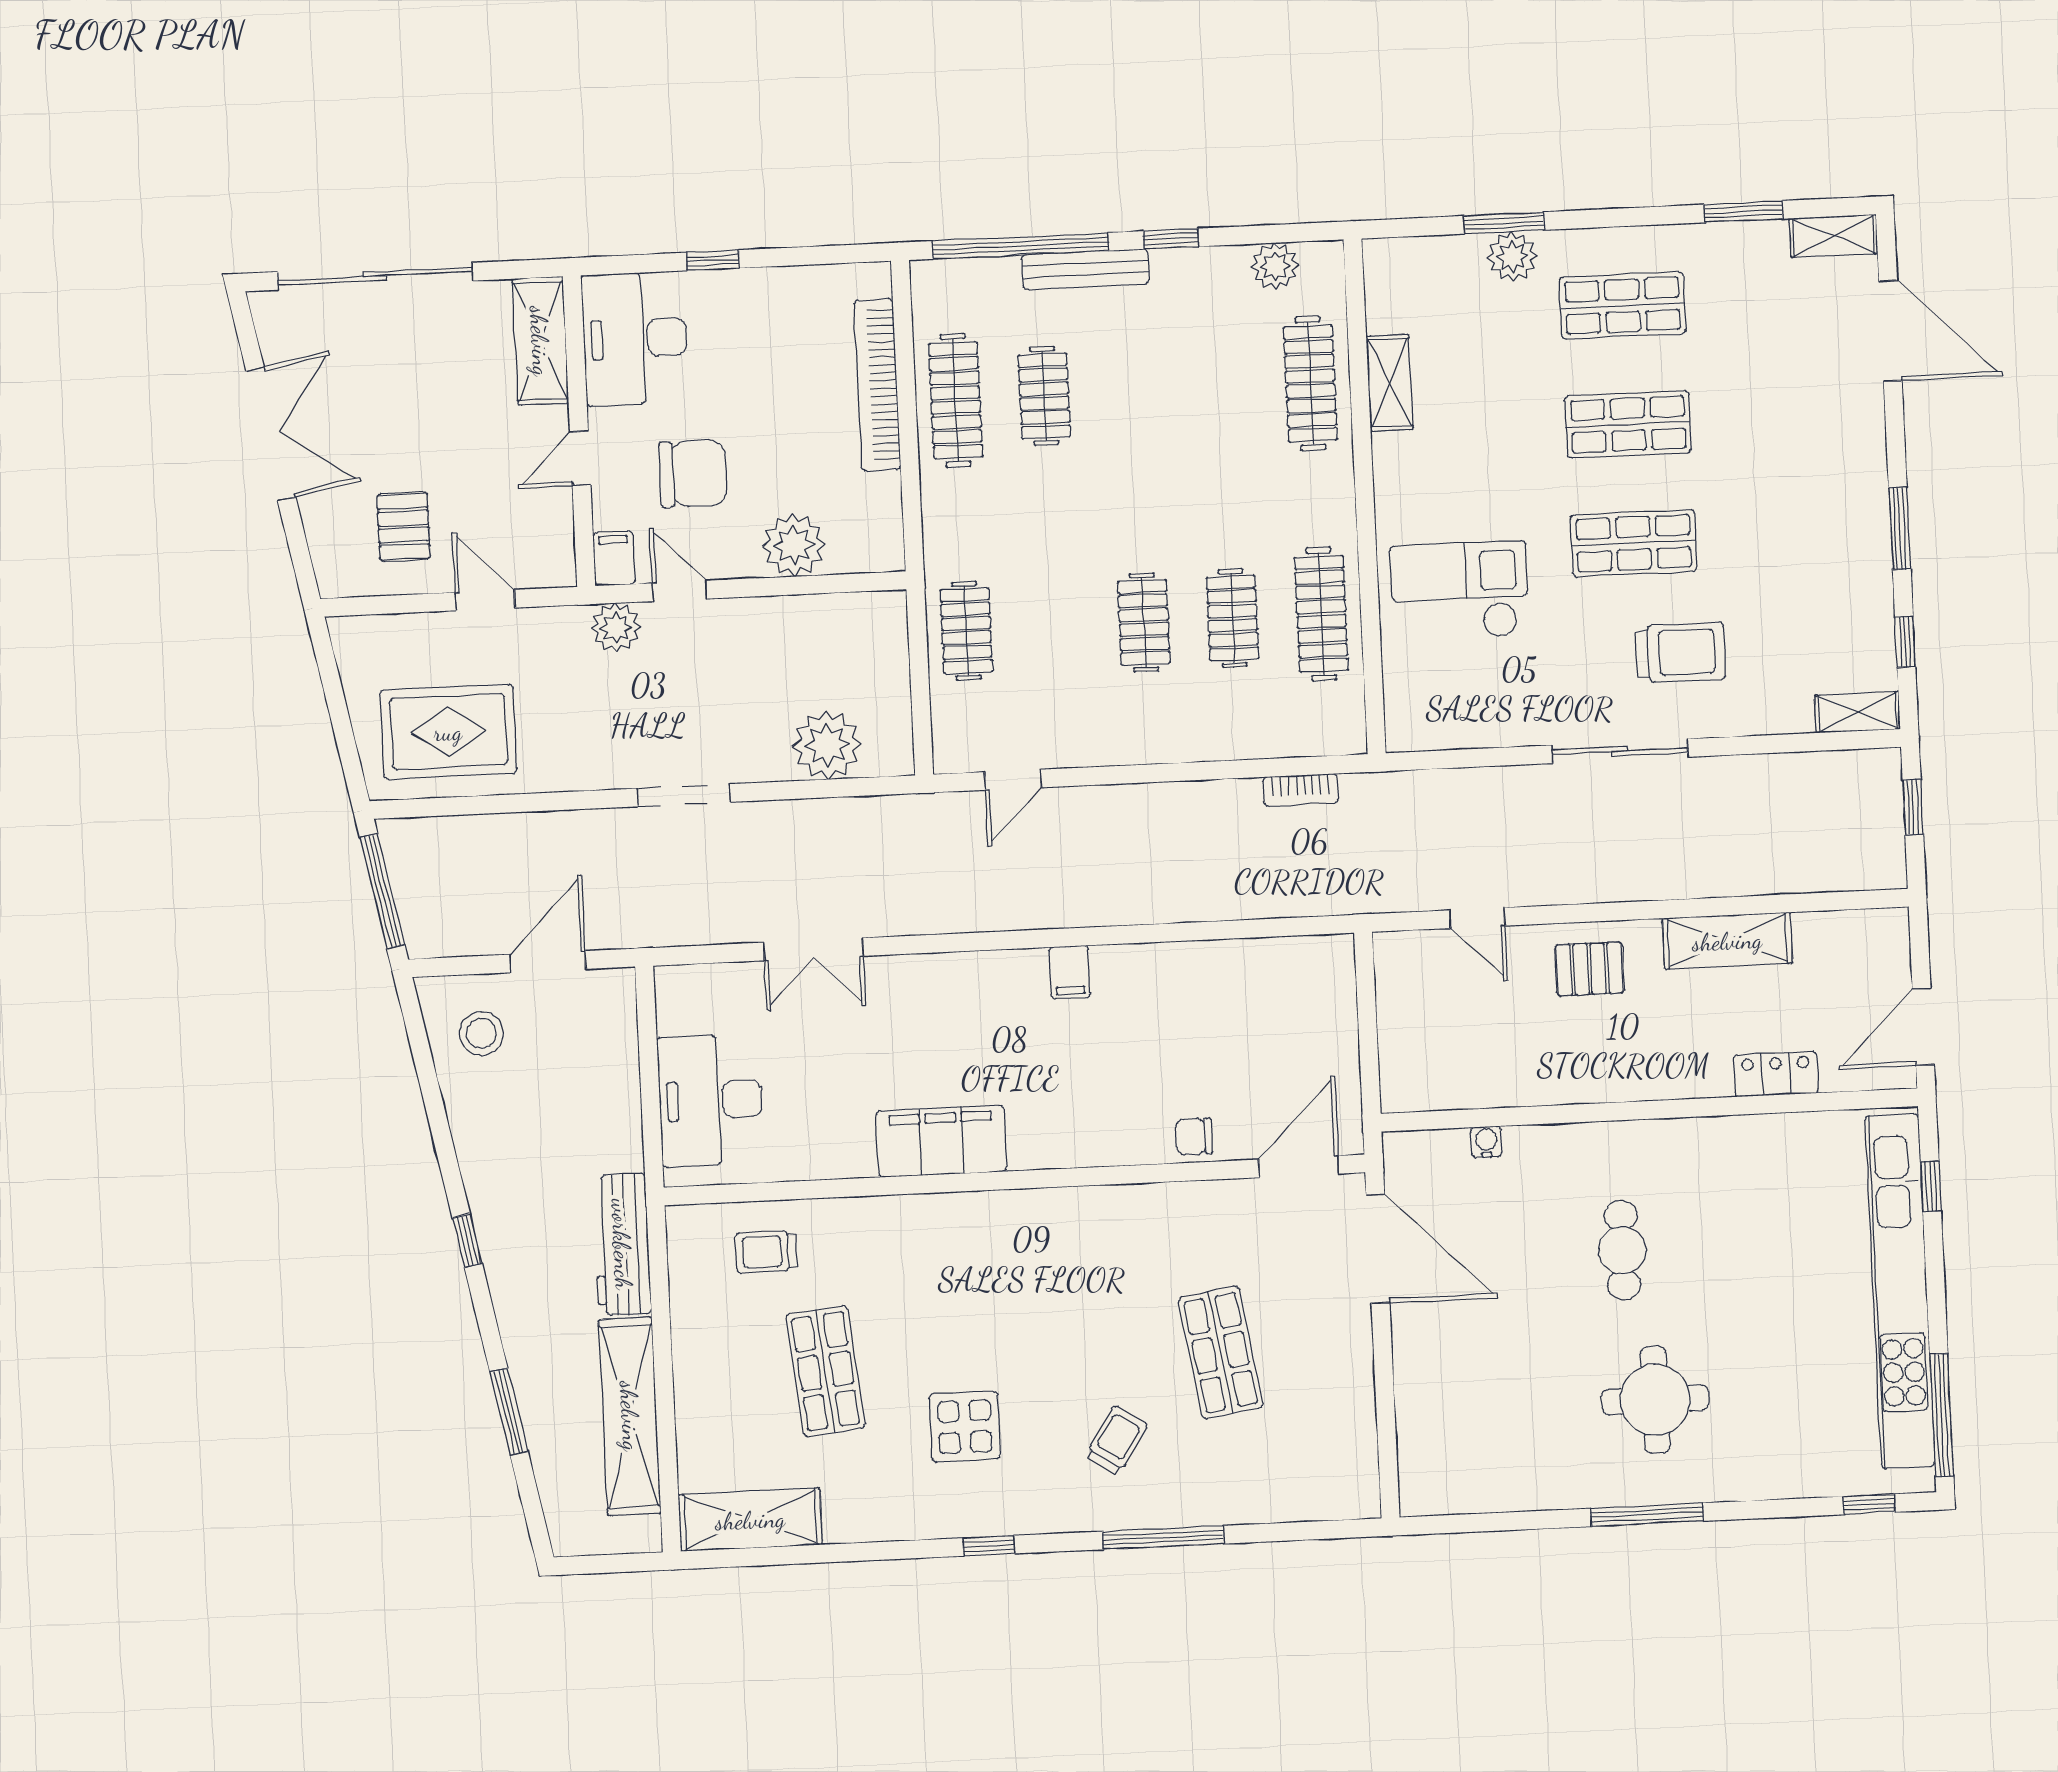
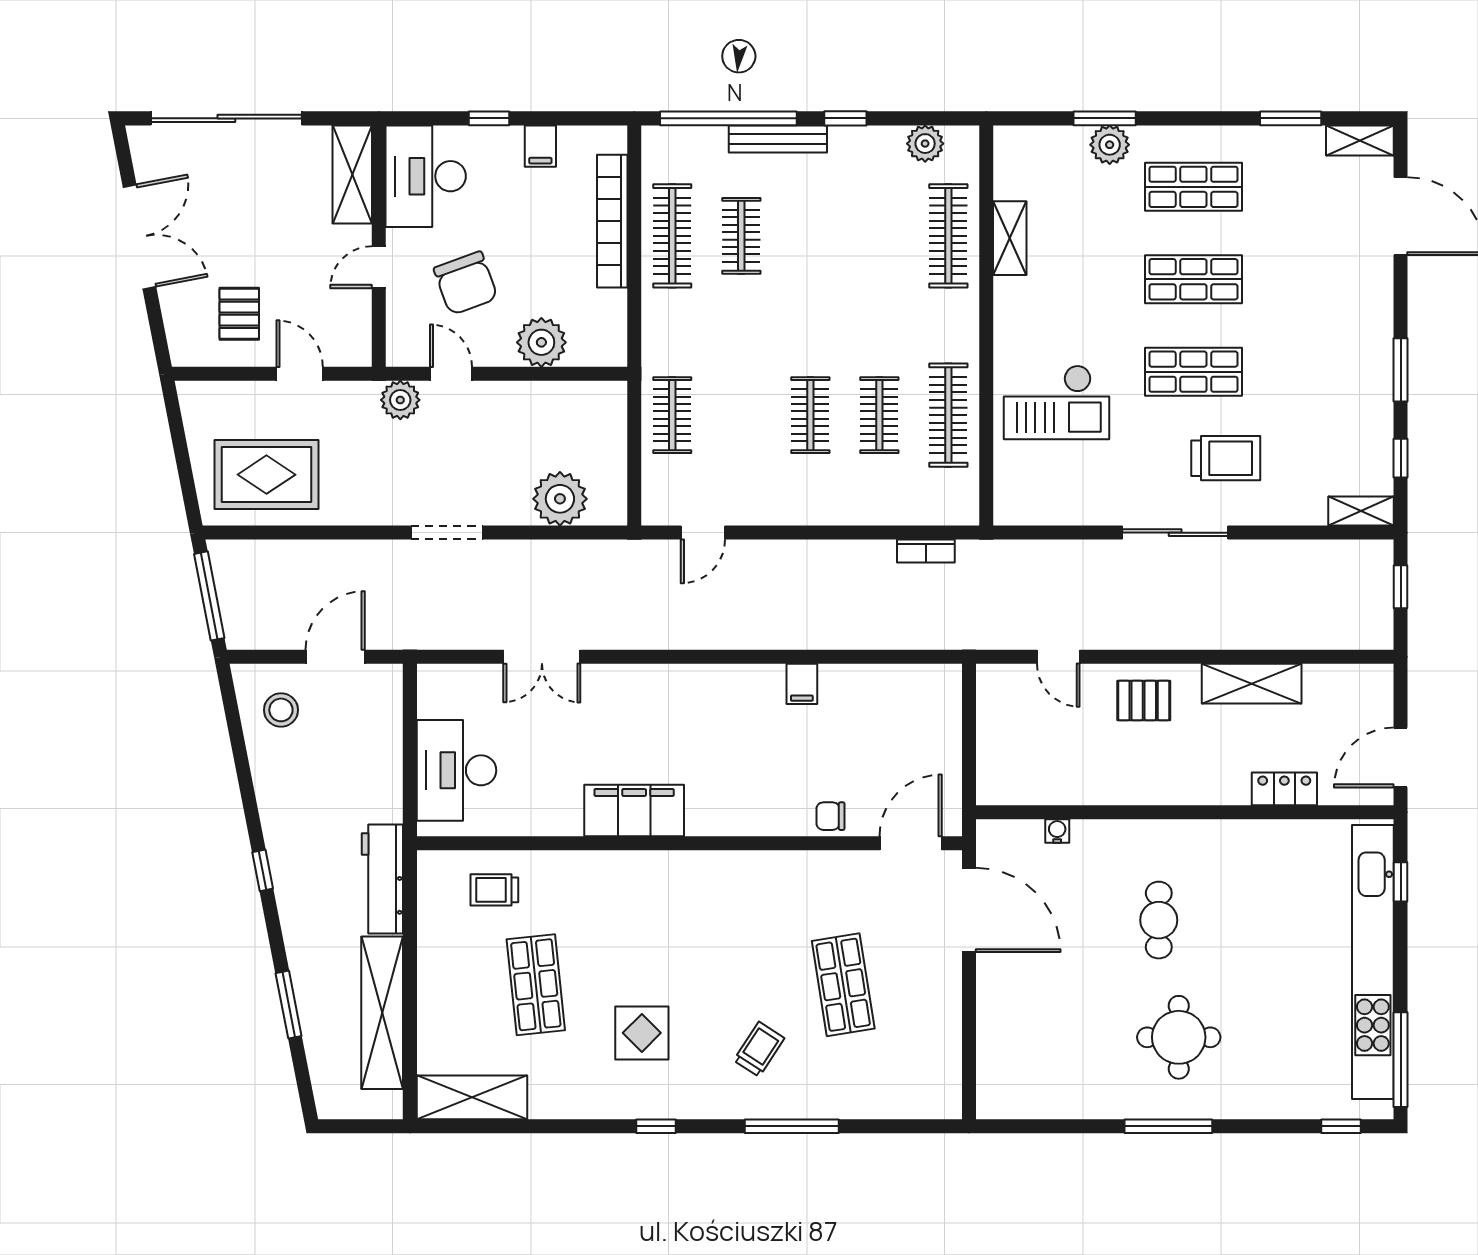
chair: (693, 474) -> (466, 283), turned 70
filing cabinet: (614, 558) -> (540, 146), moved, turned 180
checkout: (1459, 591) -> (1056, 402), turned 180
filing cabinet: (1070, 972) -> (802, 684), moved

